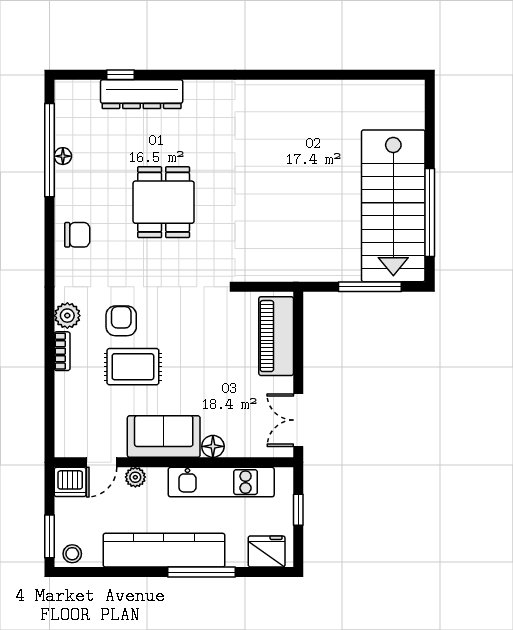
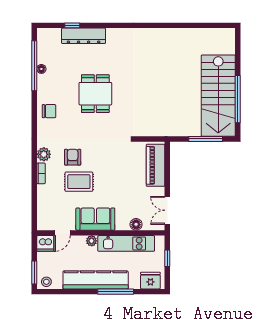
floor lamp: (213, 446) -> (136, 224), moved
plant: (135, 477) -> (92, 241), moved

